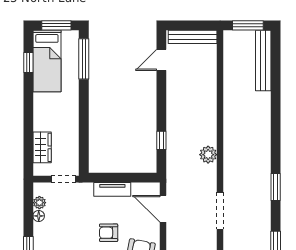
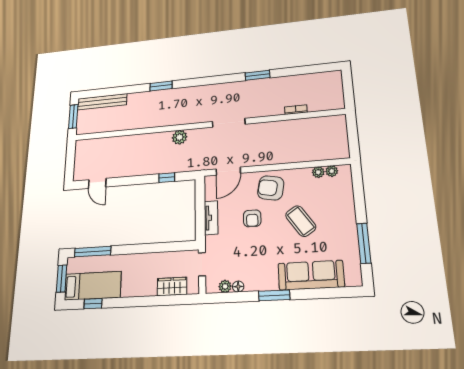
bench: (193, 37) -> (80, 159), removed
window: (276, 187) -> (161, 86), moved

